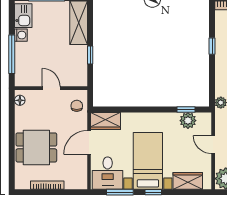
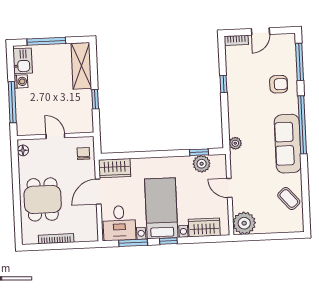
dining table: (36, 147) -> (43, 199), turned 90

